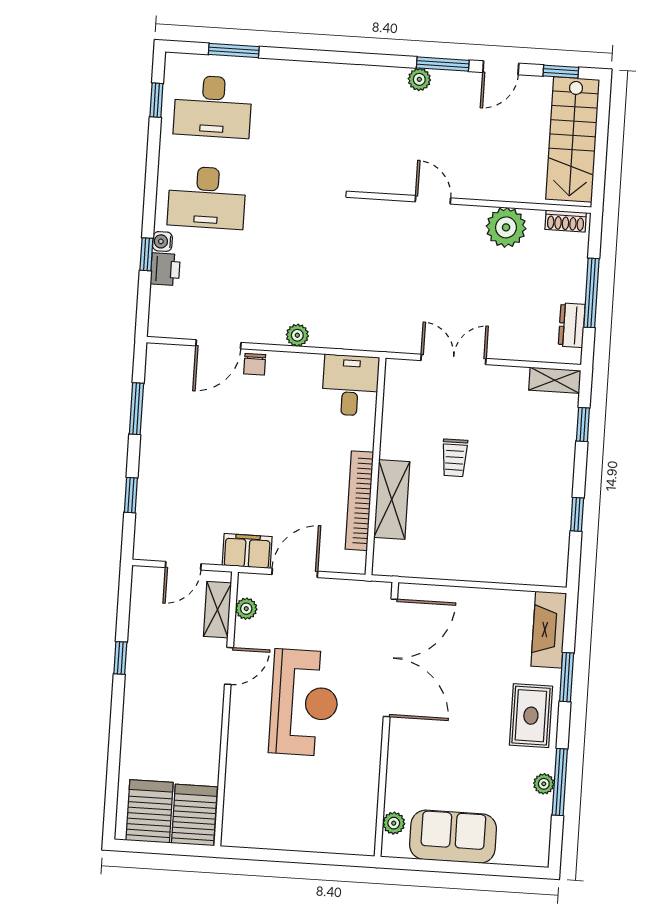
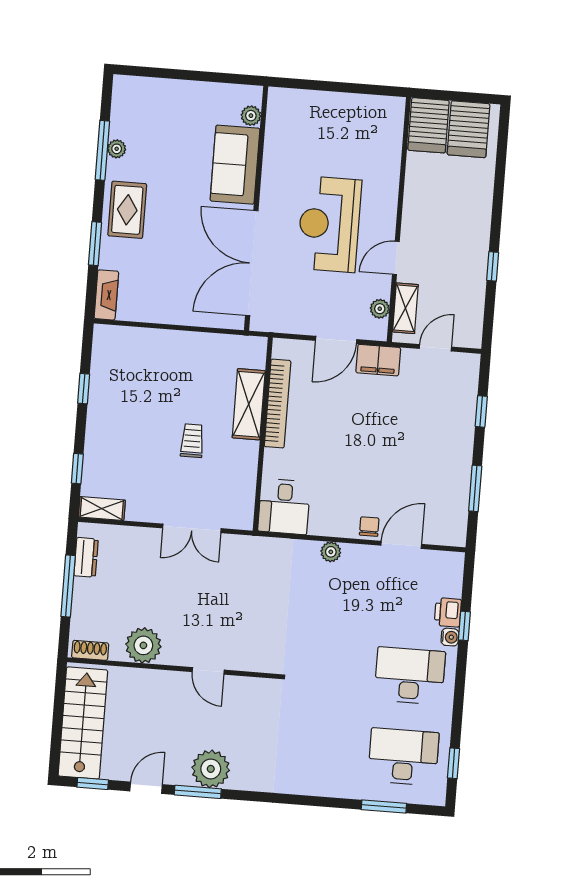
plant: (419, 79) -> (211, 769), width x1.88, depth x1.88
fireplace: (549, 630) -> (106, 295), width x0.73, depth x0.76
sofa: (453, 837) -> (235, 165), moved, turned 90

